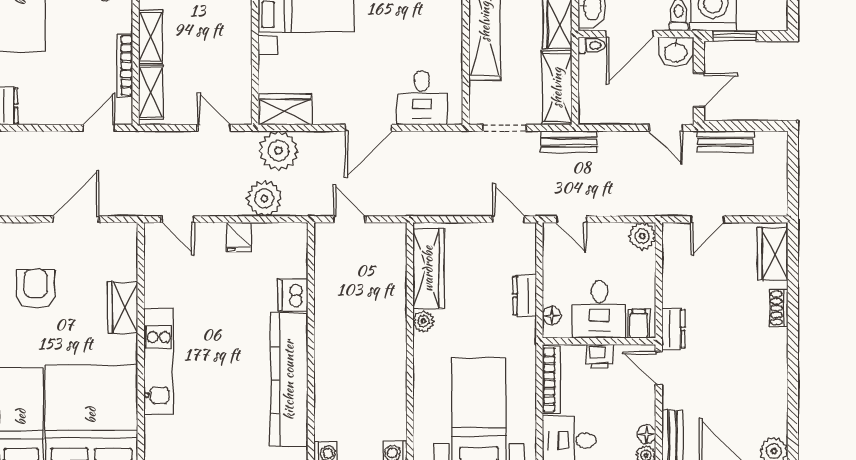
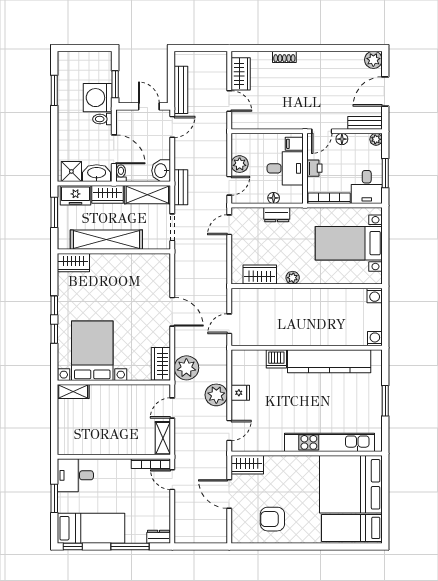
shelving: (151, 37) -> (116, 447), removed
washbasin: (676, 52) -> (161, 171), moved, turned 180
bookcase: (125, 65) -> (151, 464), moved
shelving: (151, 92) -> (163, 438), moved, turned 90
desk: (422, 98) -> (154, 279), removed
bench: (725, 142) -> (181, 90), width x1.36
plant: (264, 199) -> (216, 395), moved
plant: (642, 236) -> (240, 164), moved
wardrobe: (773, 254) -> (241, 74), moved, turned -90
wardrobe: (428, 269) -> (260, 275), width x0.67
wardrobe: (123, 308) -> (247, 465), moved
floor lamp: (552, 316) -> (274, 198), moved
dresser: (673, 329) -> (297, 122), removed
kitchen unit: (159, 361) -> (329, 442), width x1.36
floor lamp: (646, 434) -> (342, 139), moved

